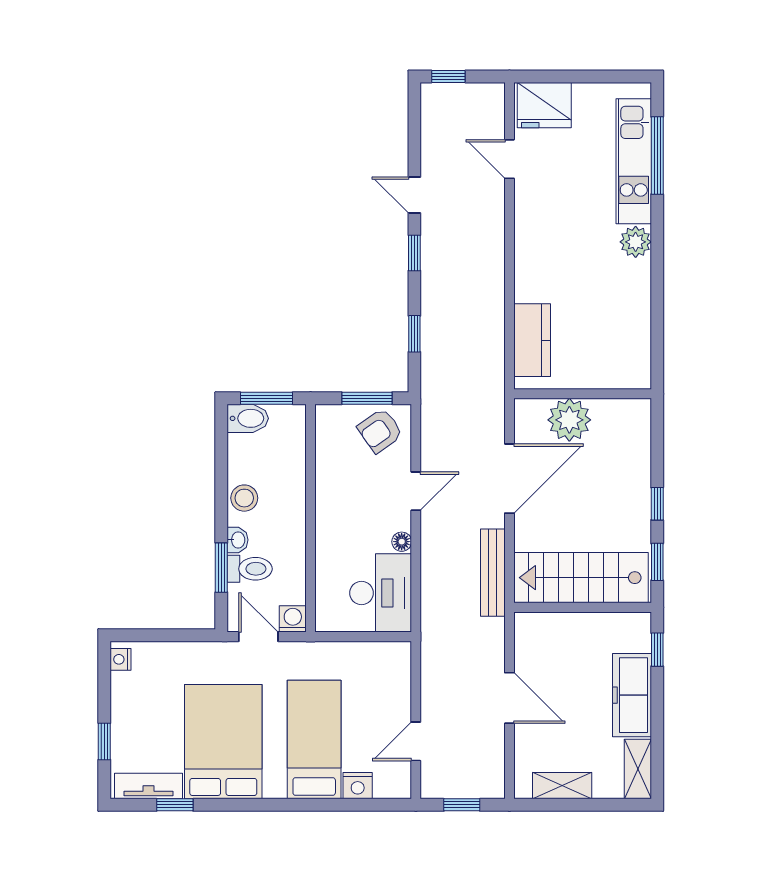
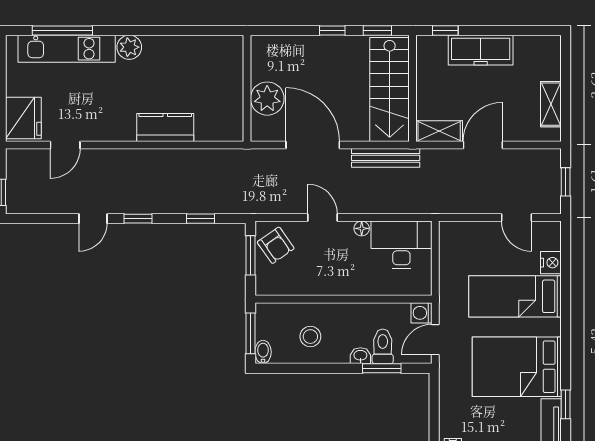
kitchen counter: (532, 340) -> (165, 127), moved
bidet: (248, 418) -> (263, 352), width x0.72, depth x0.74
stool: (244, 498) -> (310, 337), moved
shelving: (638, 769) -> (439, 131), moved

